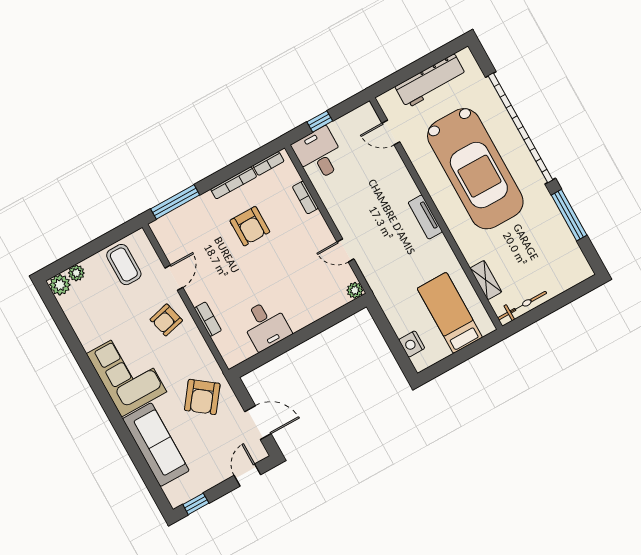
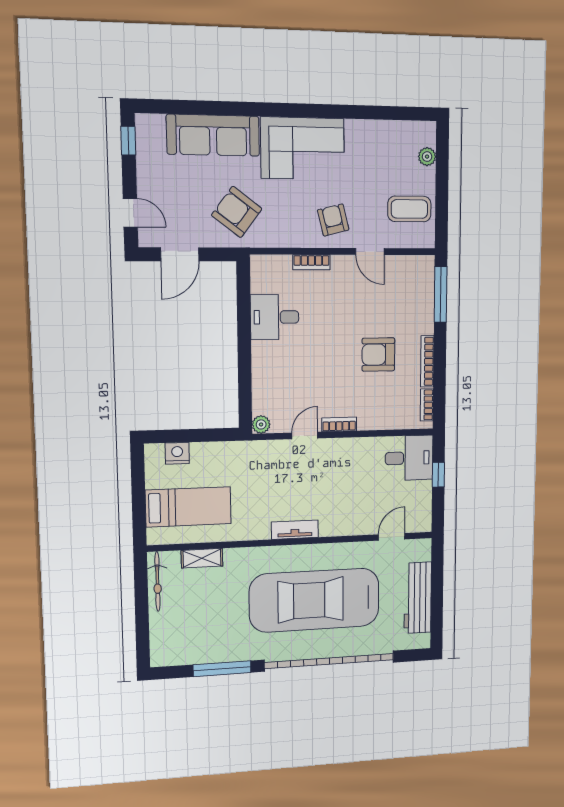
bookcase: (305, 197) -> (339, 424), moved
plant: (60, 285) -> (425, 133), removed

